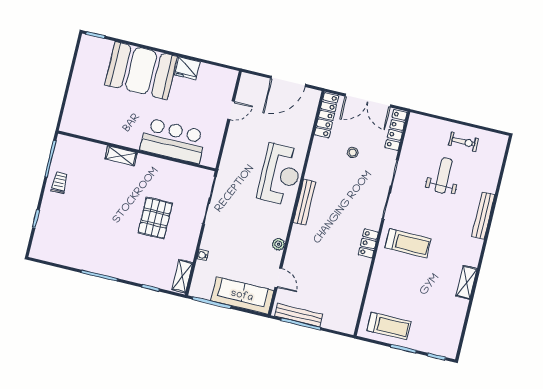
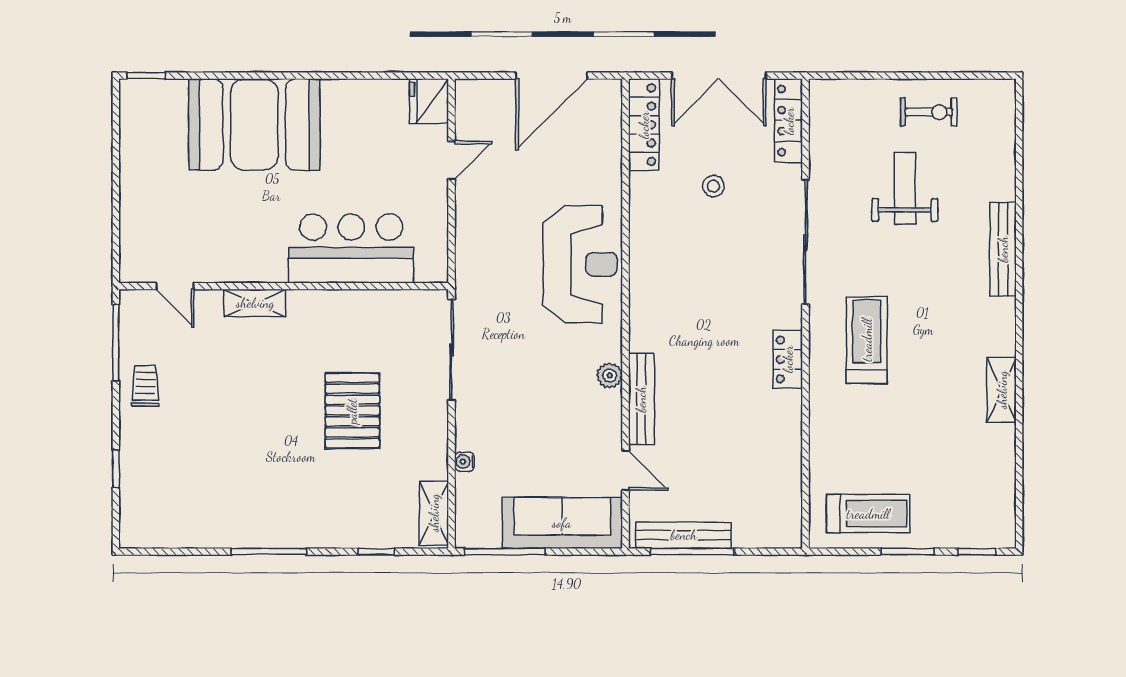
fridge: (187, 68) -> (429, 101), moved, turned 90
door: (85, 139) -> (175, 286), added
bench: (304, 202) -> (641, 399), moved
treadmill: (408, 243) -> (867, 340), turned -90
plant: (278, 244) -> (610, 375), moved

